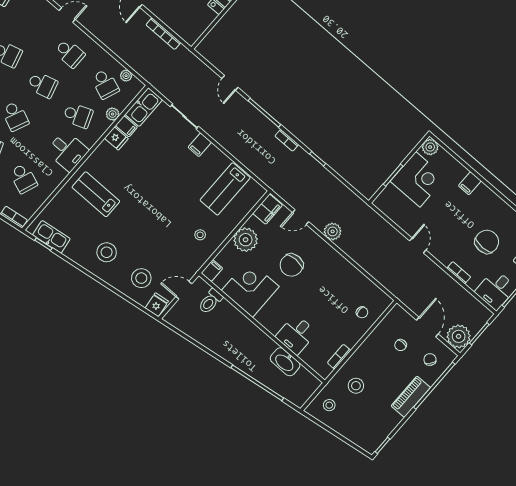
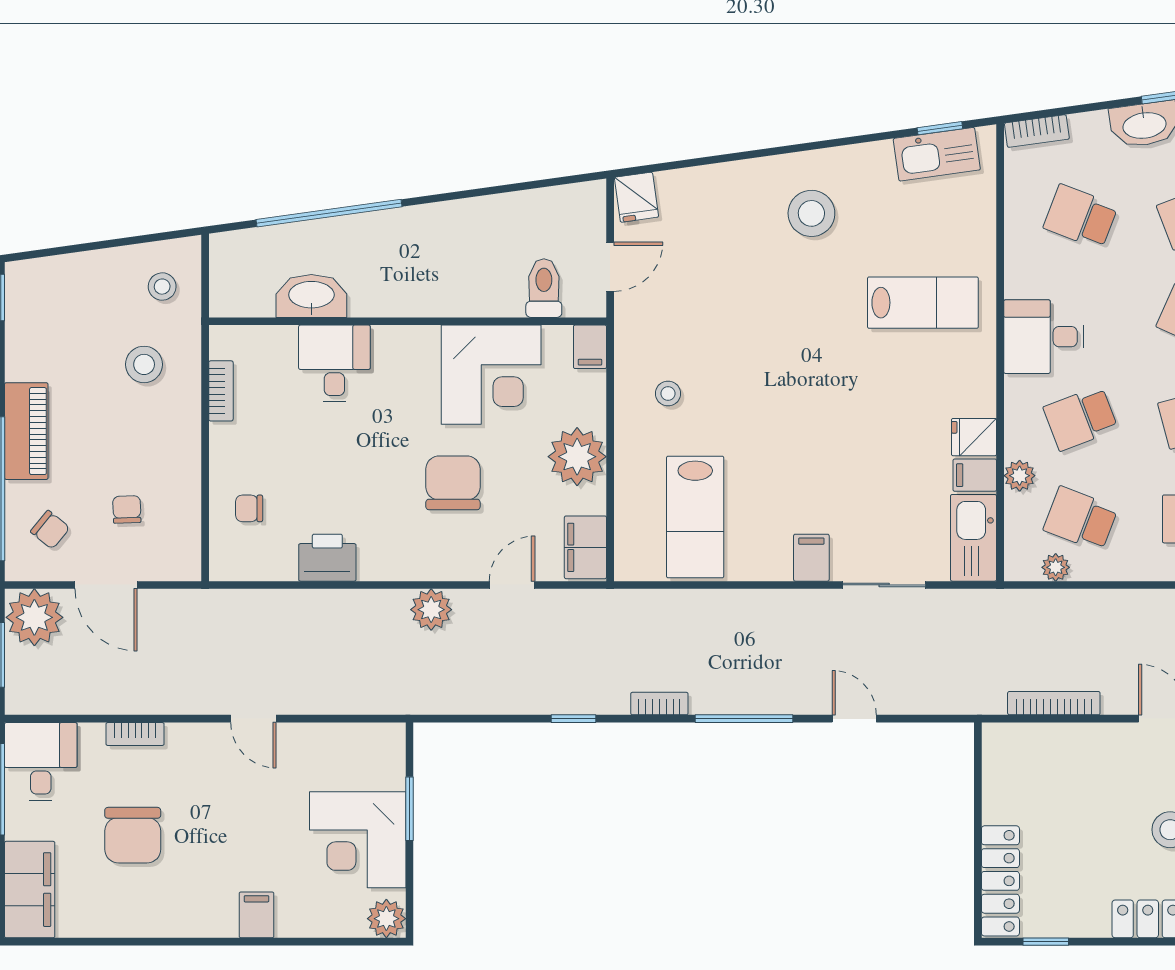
lab bench: (225, 189) -> (695, 517), turned 180
printer: (351, 276) -> (327, 558), added
stool: (141, 278) -> (707, 221), removed

